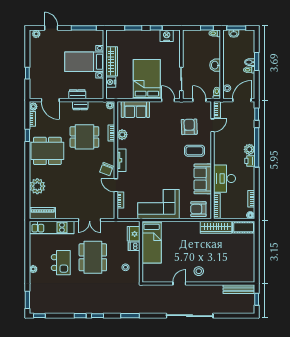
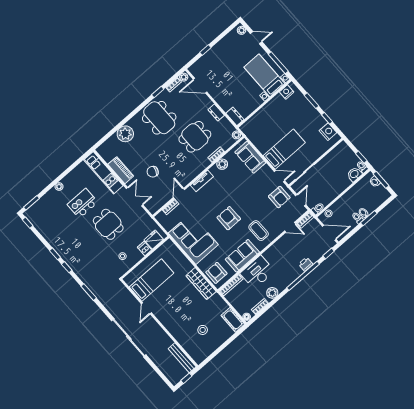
door: (51, 28) -> (256, 38), hinge flipped
wardrobe: (112, 61) -> (271, 107), removed
bed with nightstands: (84, 62) -> (264, 75), moved
washbasin: (215, 65) -> (354, 174), moved
bed: (147, 79) -> (284, 149), width x0.67
nightstand: (111, 82) -> (287, 92), moved
dresser: (77, 94) -> (235, 116), moved
door: (50, 100) -> (200, 86), hinge flipped
door: (168, 100) -> (279, 176), hinge flipped
armchair: (189, 127) -> (279, 197), moved, turned 92
dining table: (84, 137) -> (195, 137), turned 90
plant: (249, 149) -> (272, 293), moved
printer: (250, 161) -> (306, 264), moved
armchair: (166, 165) -> (229, 218), added
chair: (106, 169) -> (153, 172), moved
piano: (43, 213) -> (121, 170), moved
double door: (90, 220) -> (135, 197), swing flipped
wardrobe: (216, 227) -> (201, 284), moved
bed: (152, 242) -> (152, 280), moved, turned 180
dining table: (93, 257) -> (108, 224), width x0.73
kitchen island: (61, 263) -> (83, 203), turned 180
stool: (199, 271) -> (203, 330), moved
door: (179, 283) -> (146, 308), swing flipped

